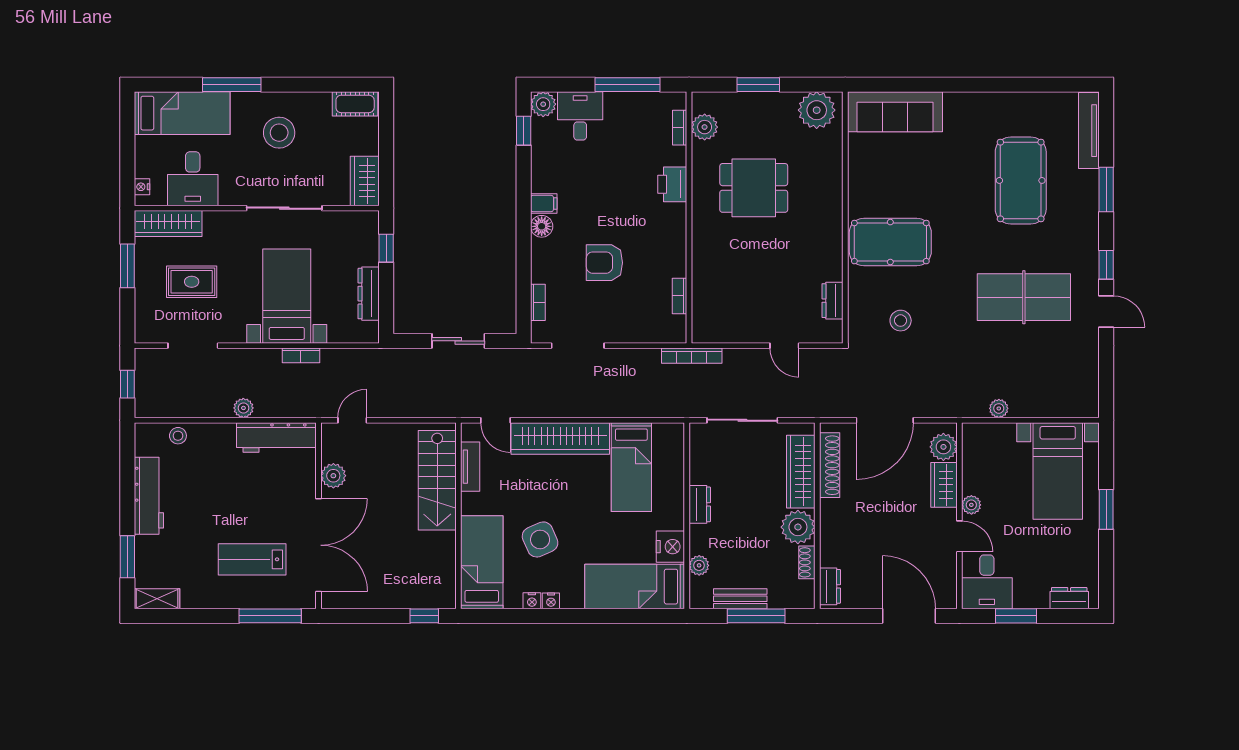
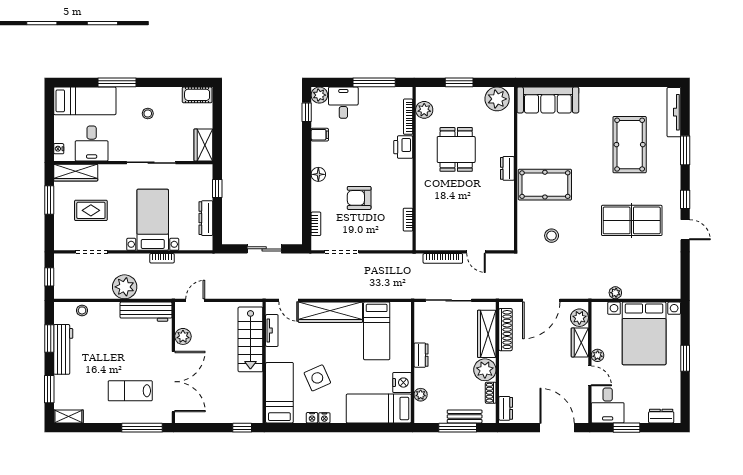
bookcase: (680, 128) -> (408, 117), width x1.56
stool: (279, 133) -> (148, 114), width x0.53, depth x0.53
dining table: (754, 188) -> (456, 149), turned 90
filing cabinet: (544, 204) -> (320, 135), moved
dresser: (832, 301) -> (507, 168), moved
bookcase: (692, 356) -> (443, 258), moved
plant: (243, 408) -> (125, 287), width x1.87, depth x1.87
bed with nightstands: (1058, 471) -> (644, 333), width x1.36
window: (127, 479) -> (49, 339), added
bench: (740, 599) -> (465, 416), moved

